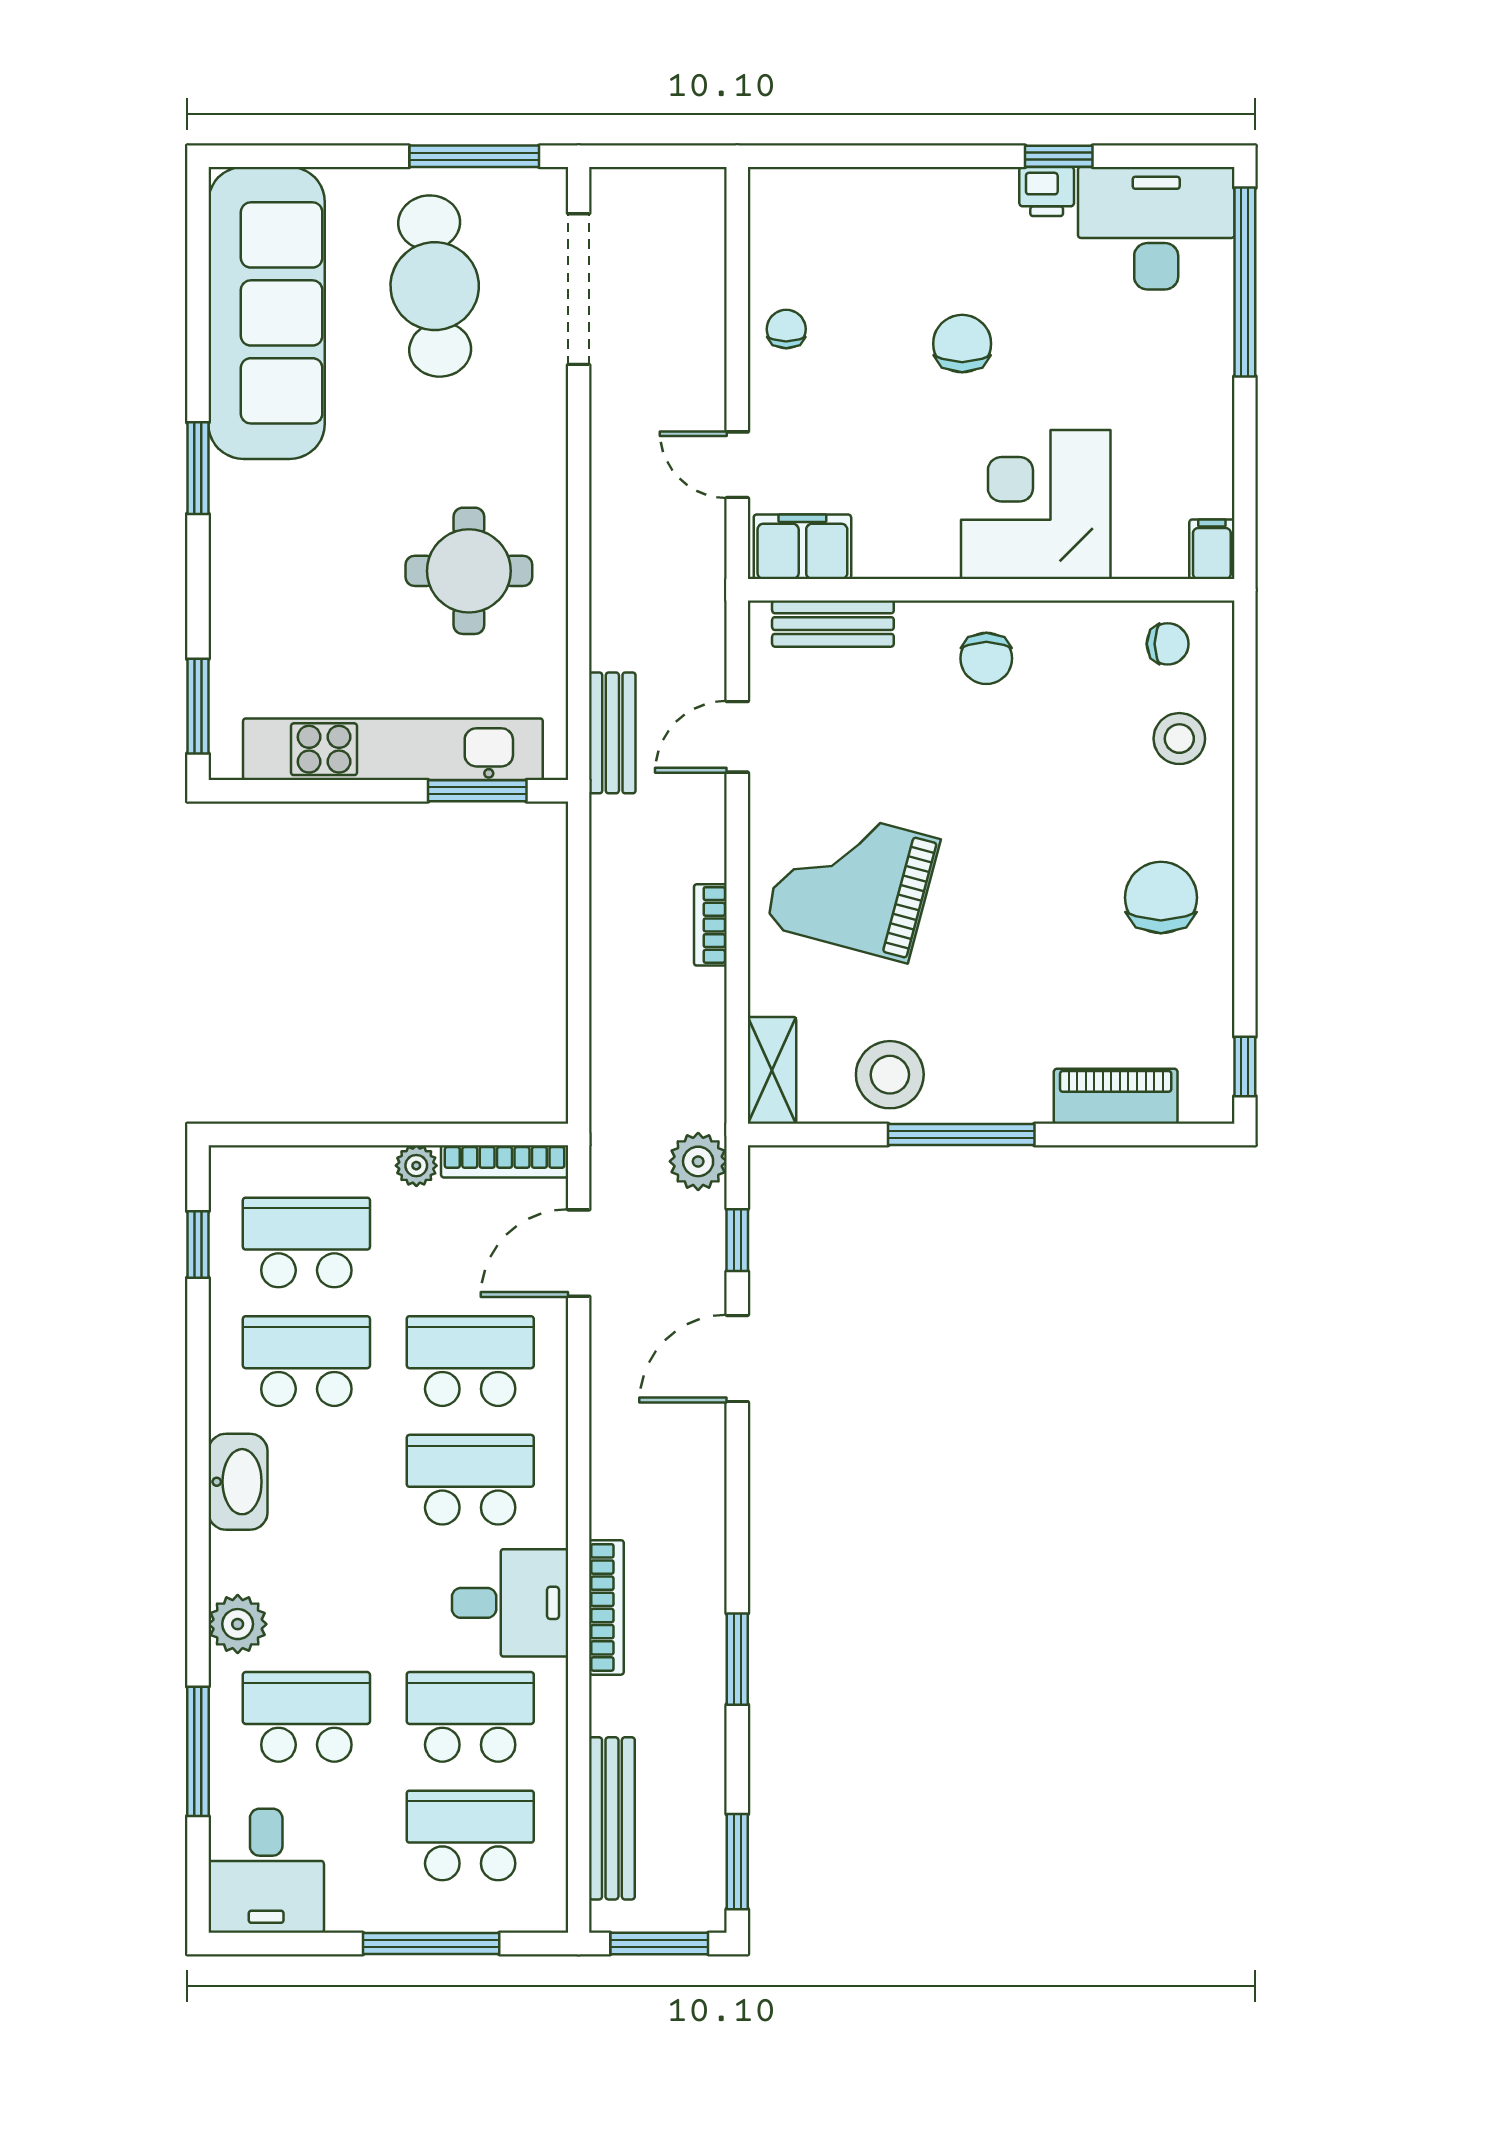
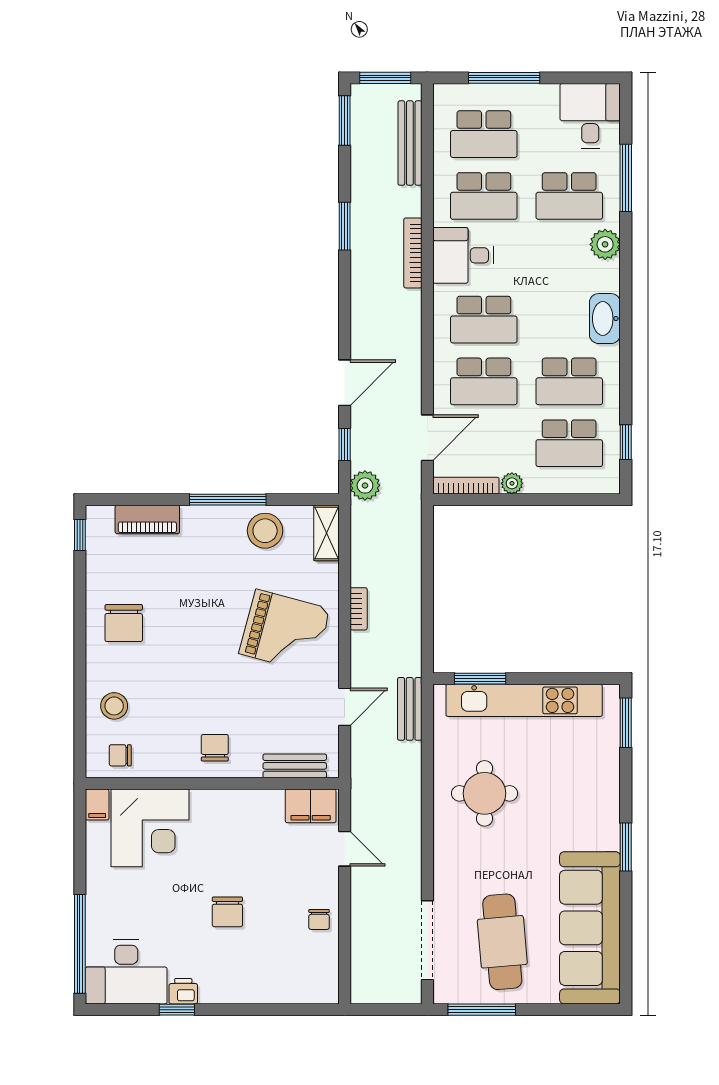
corner desk: (1036, 505) -> (150, 828), moved

